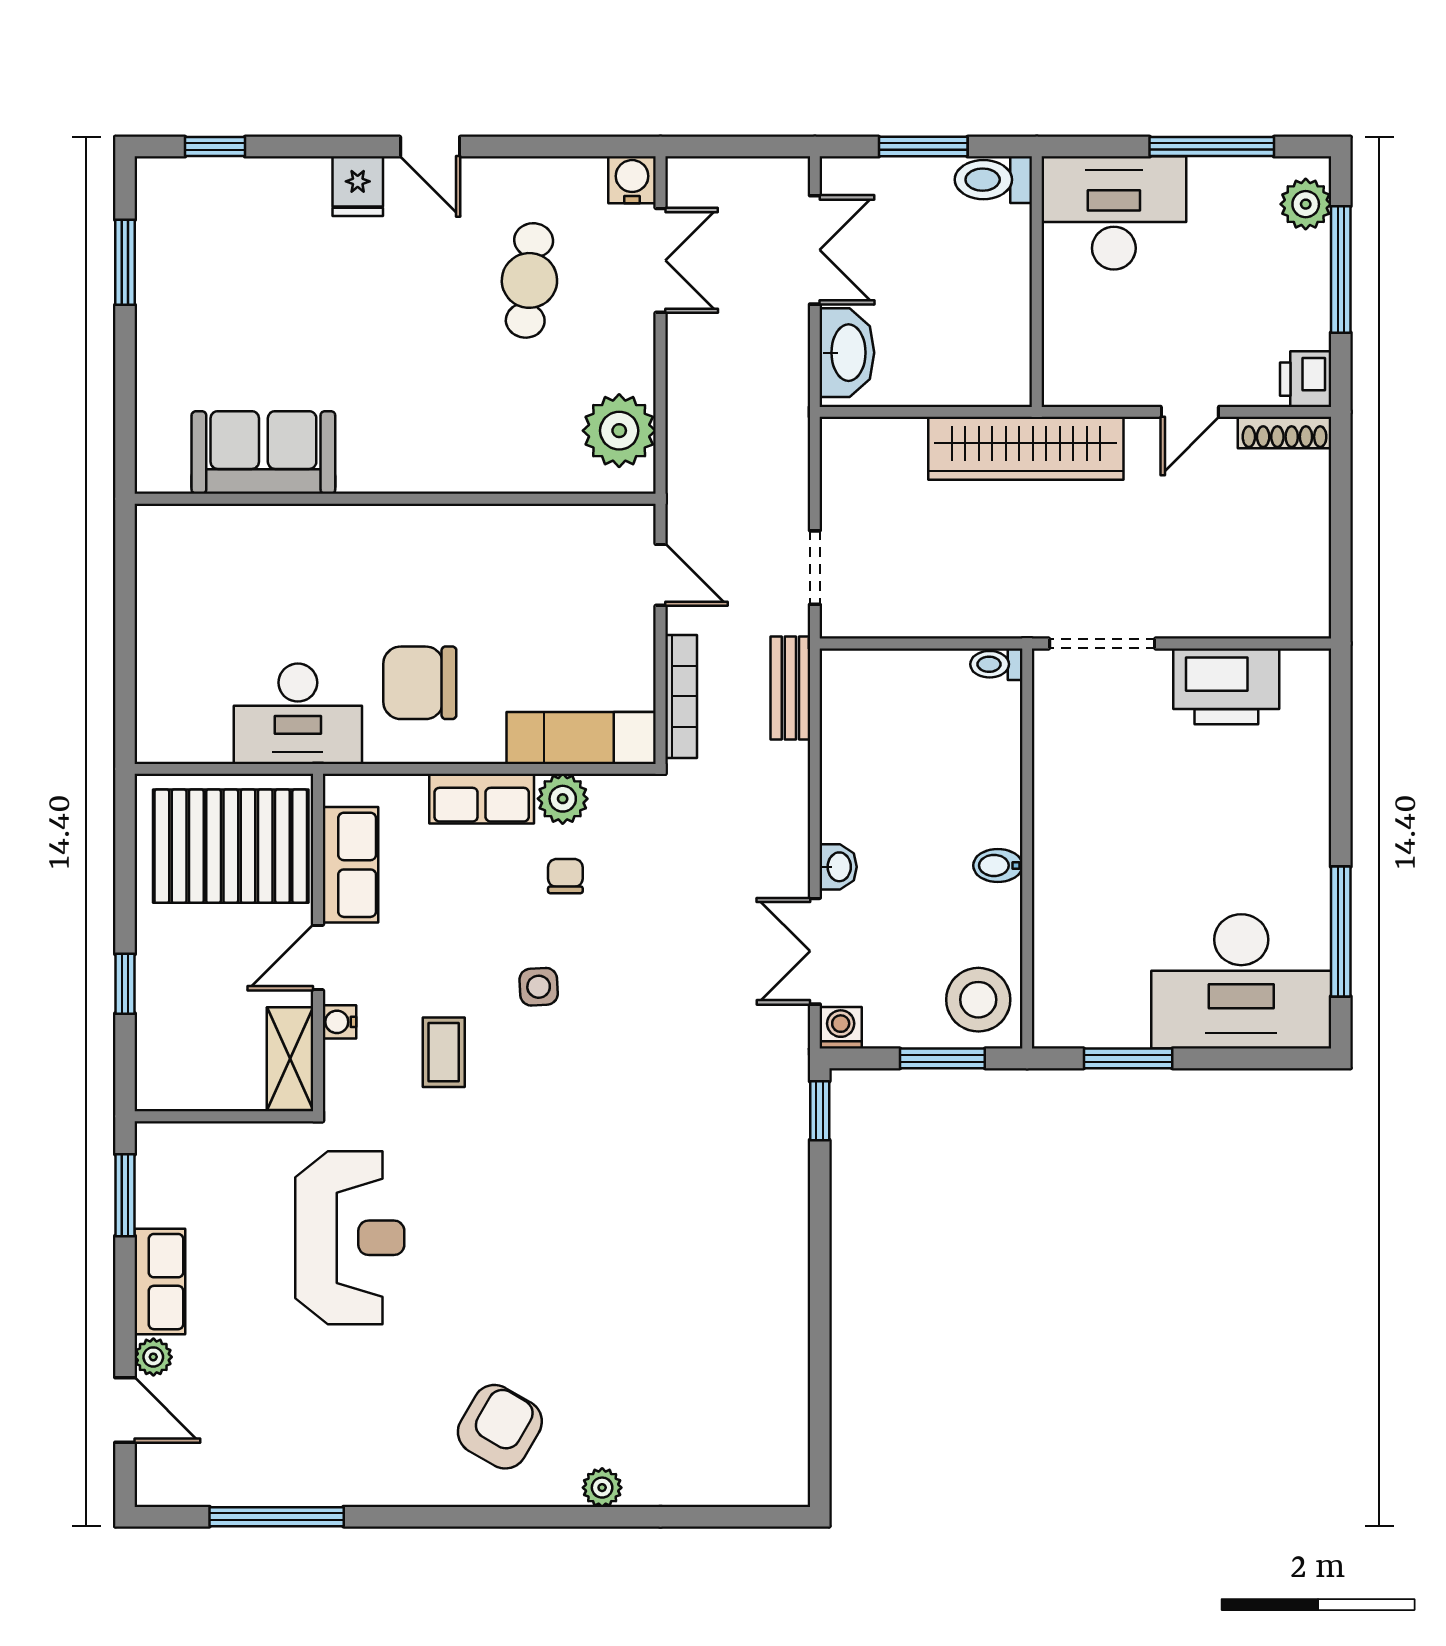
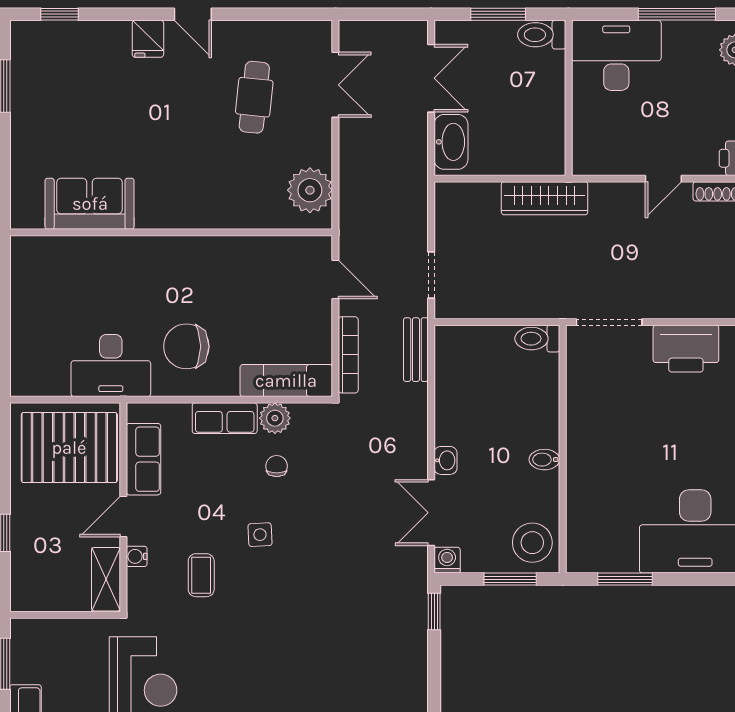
water cooler: (632, 180) -> (318, 35), removed
wardrobe: (1026, 448) -> (545, 198), width x0.71, depth x0.85
toilet: (996, 664) -> (537, 339), width x1.37, depth x1.39

